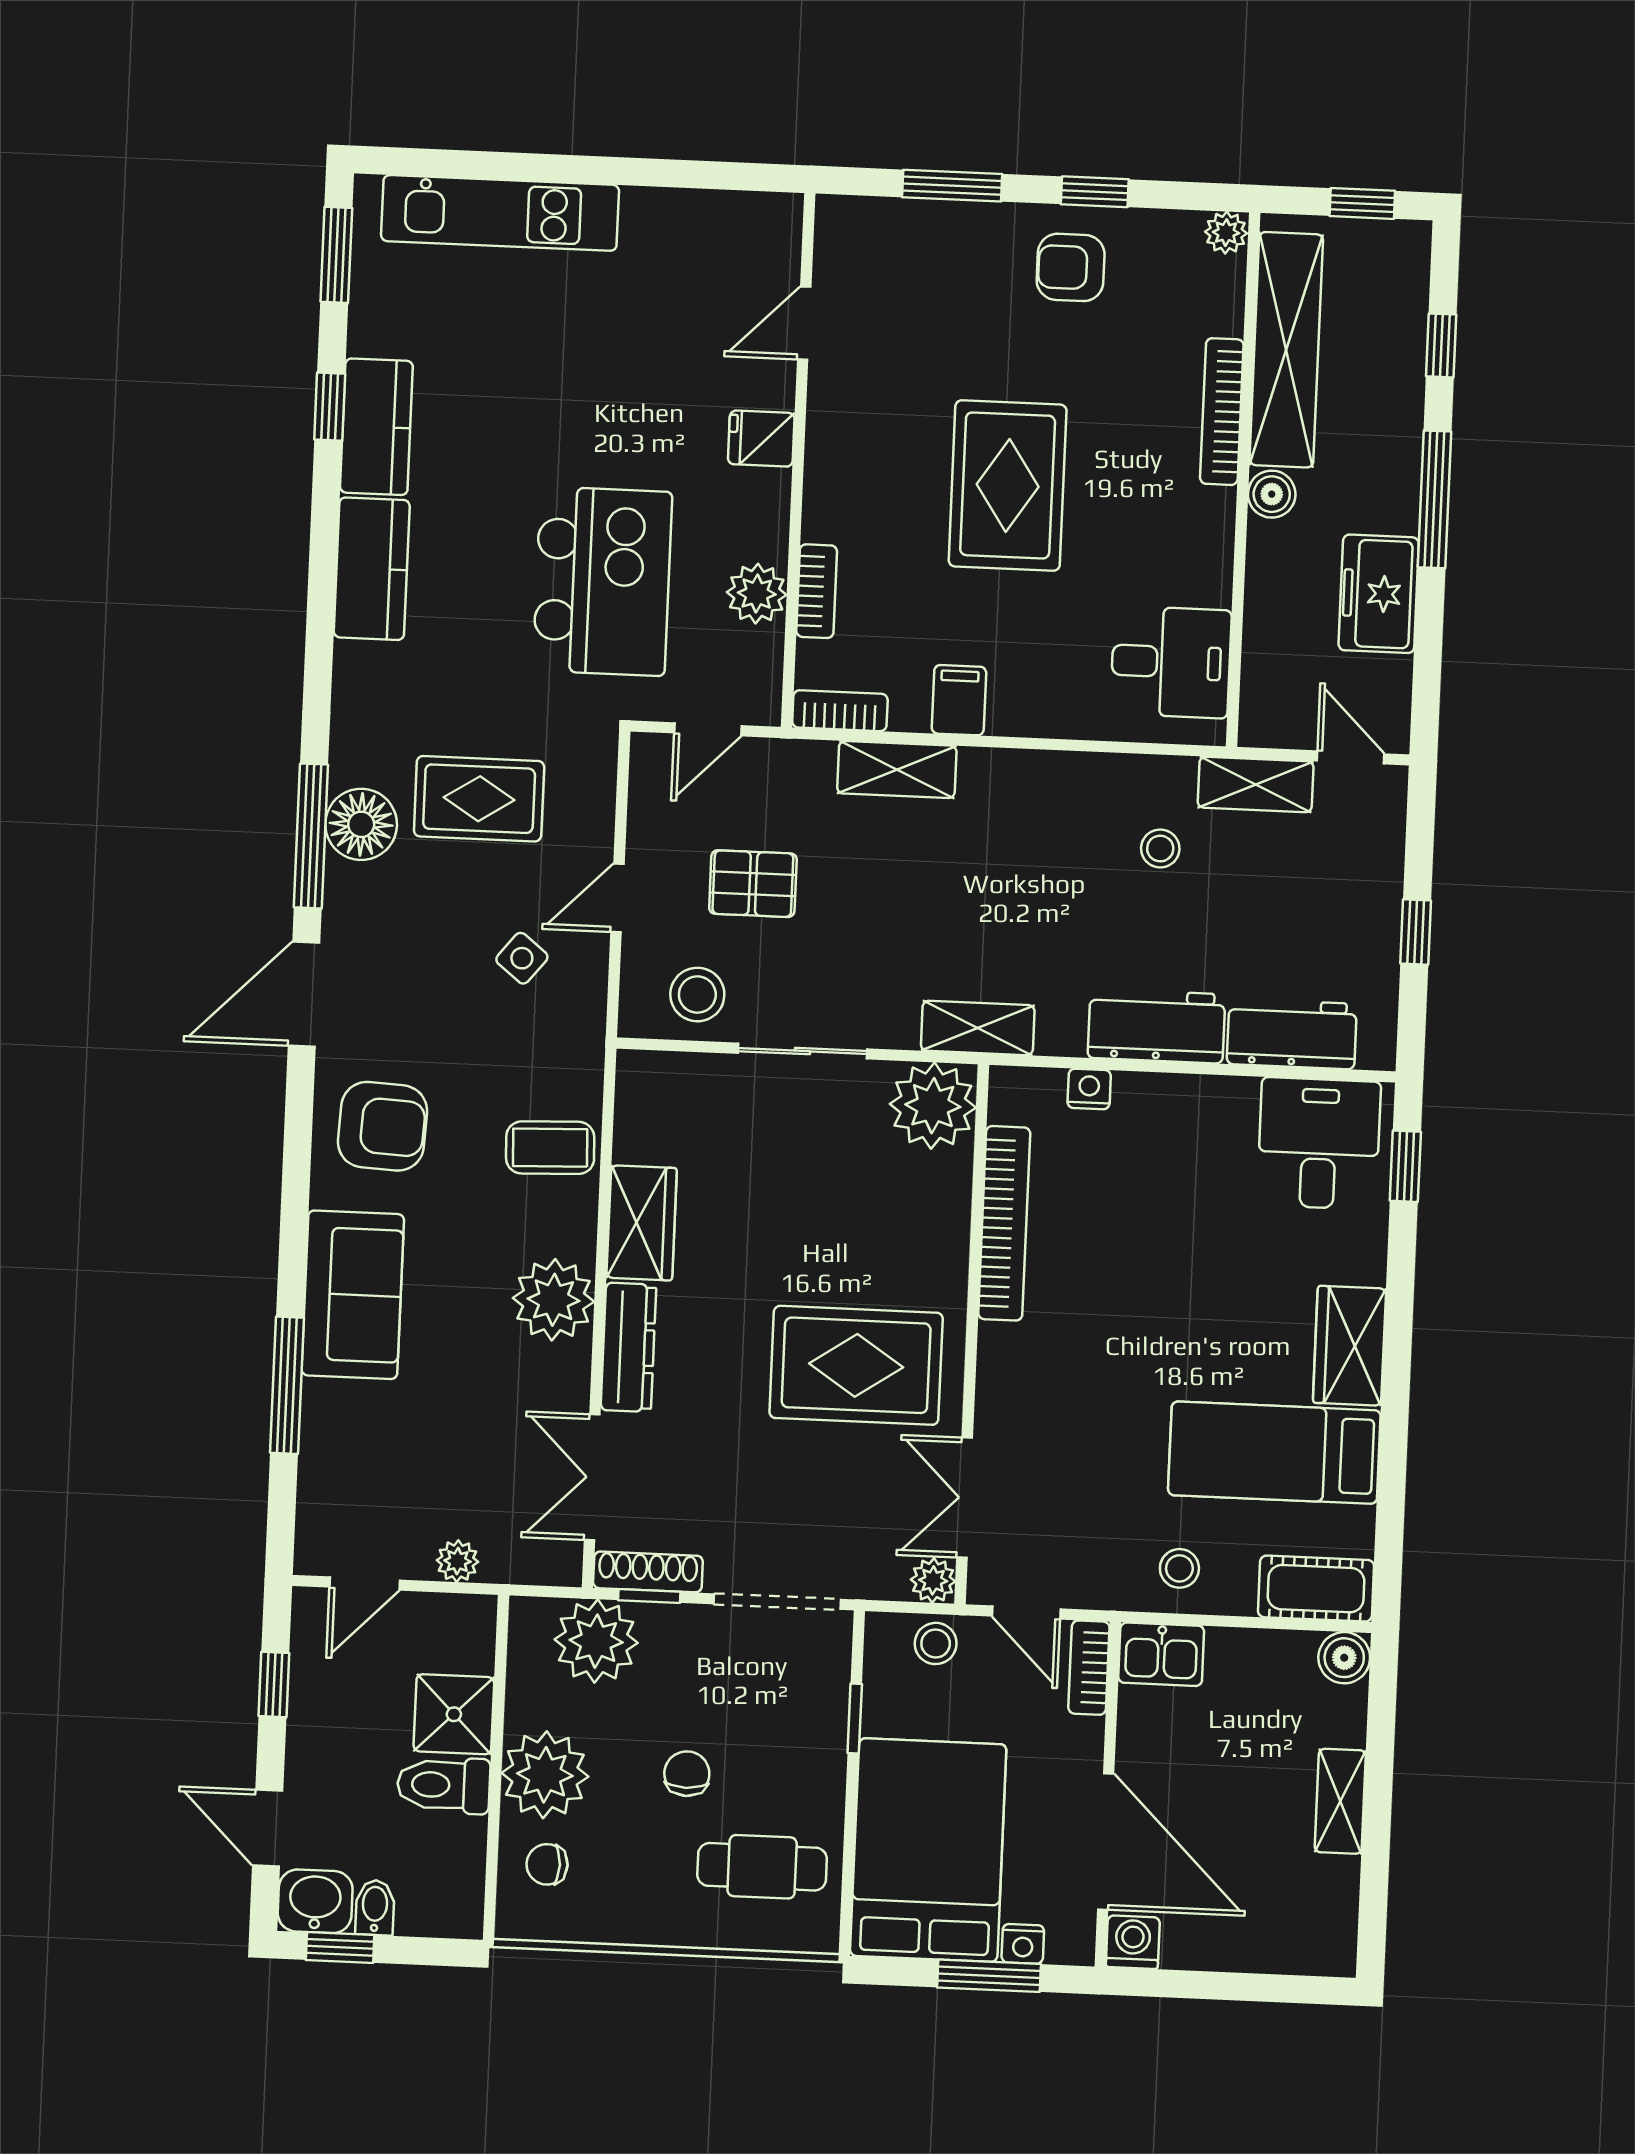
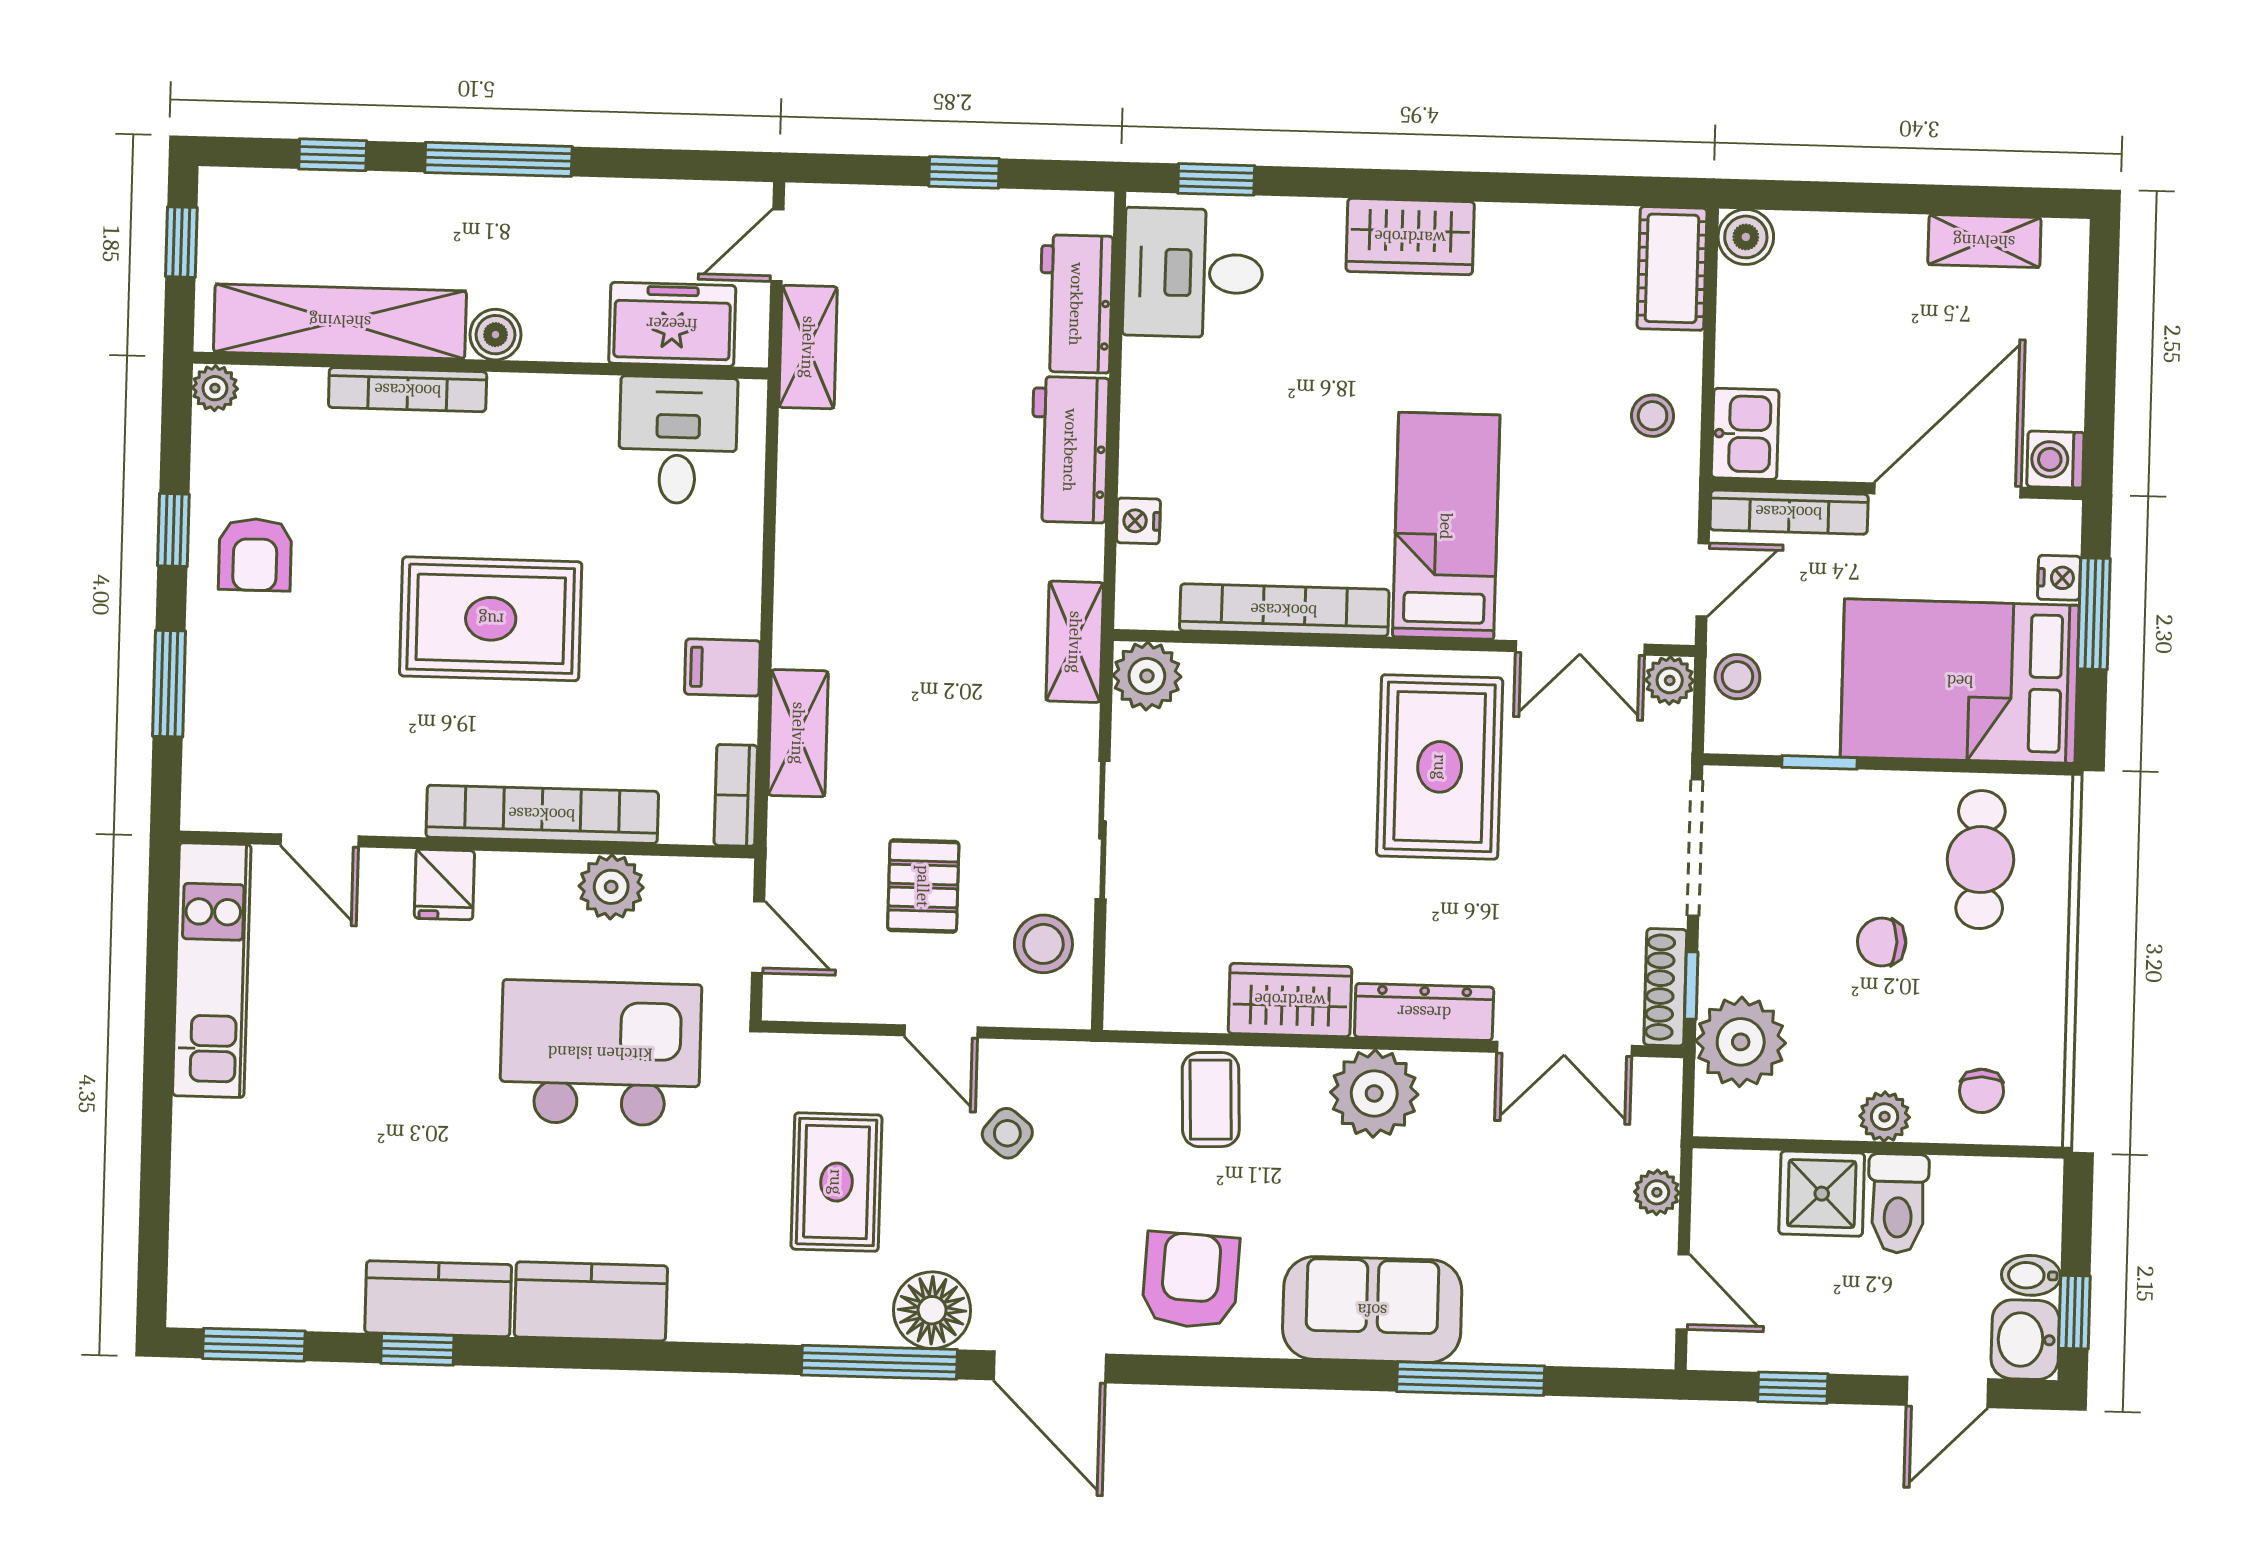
kitchen unit: (500, 213) -> (212, 970), moved
bookcase: (817, 591) -> (542, 814), width x2.31, depth x1.31
freezer: (1379, 594) -> (672, 324), moved, turned 180
floor lamp: (361, 824) -> (932, 1310), moved
stool: (1160, 849) -> (879, 448), removed
plant: (933, 1106) -> (1147, 676), width x0.73, depth x0.73
bed: (1274, 1453) -> (1446, 526), moved, turned 180
bookcase: (1089, 1668) -> (1789, 512), width x1.56
plant: (545, 1775) -> (1885, 1117), width x0.53, depth x0.53
shelving: (1340, 1801) -> (1984, 241), moved

